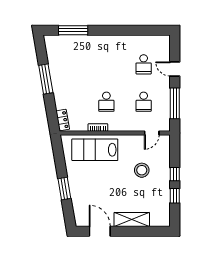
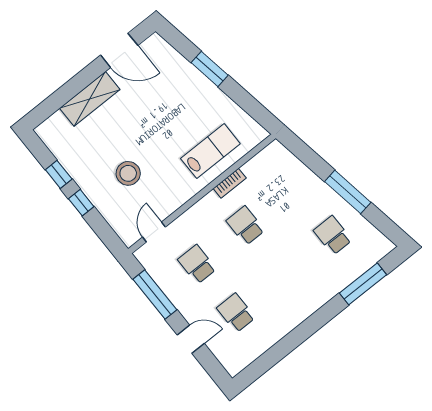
school desk: (69, 64) -> (333, 235), added
locker: (63, 120) -> (283, 156), removed
lab bench: (95, 150) -> (210, 151), width x0.73, depth x0.72

